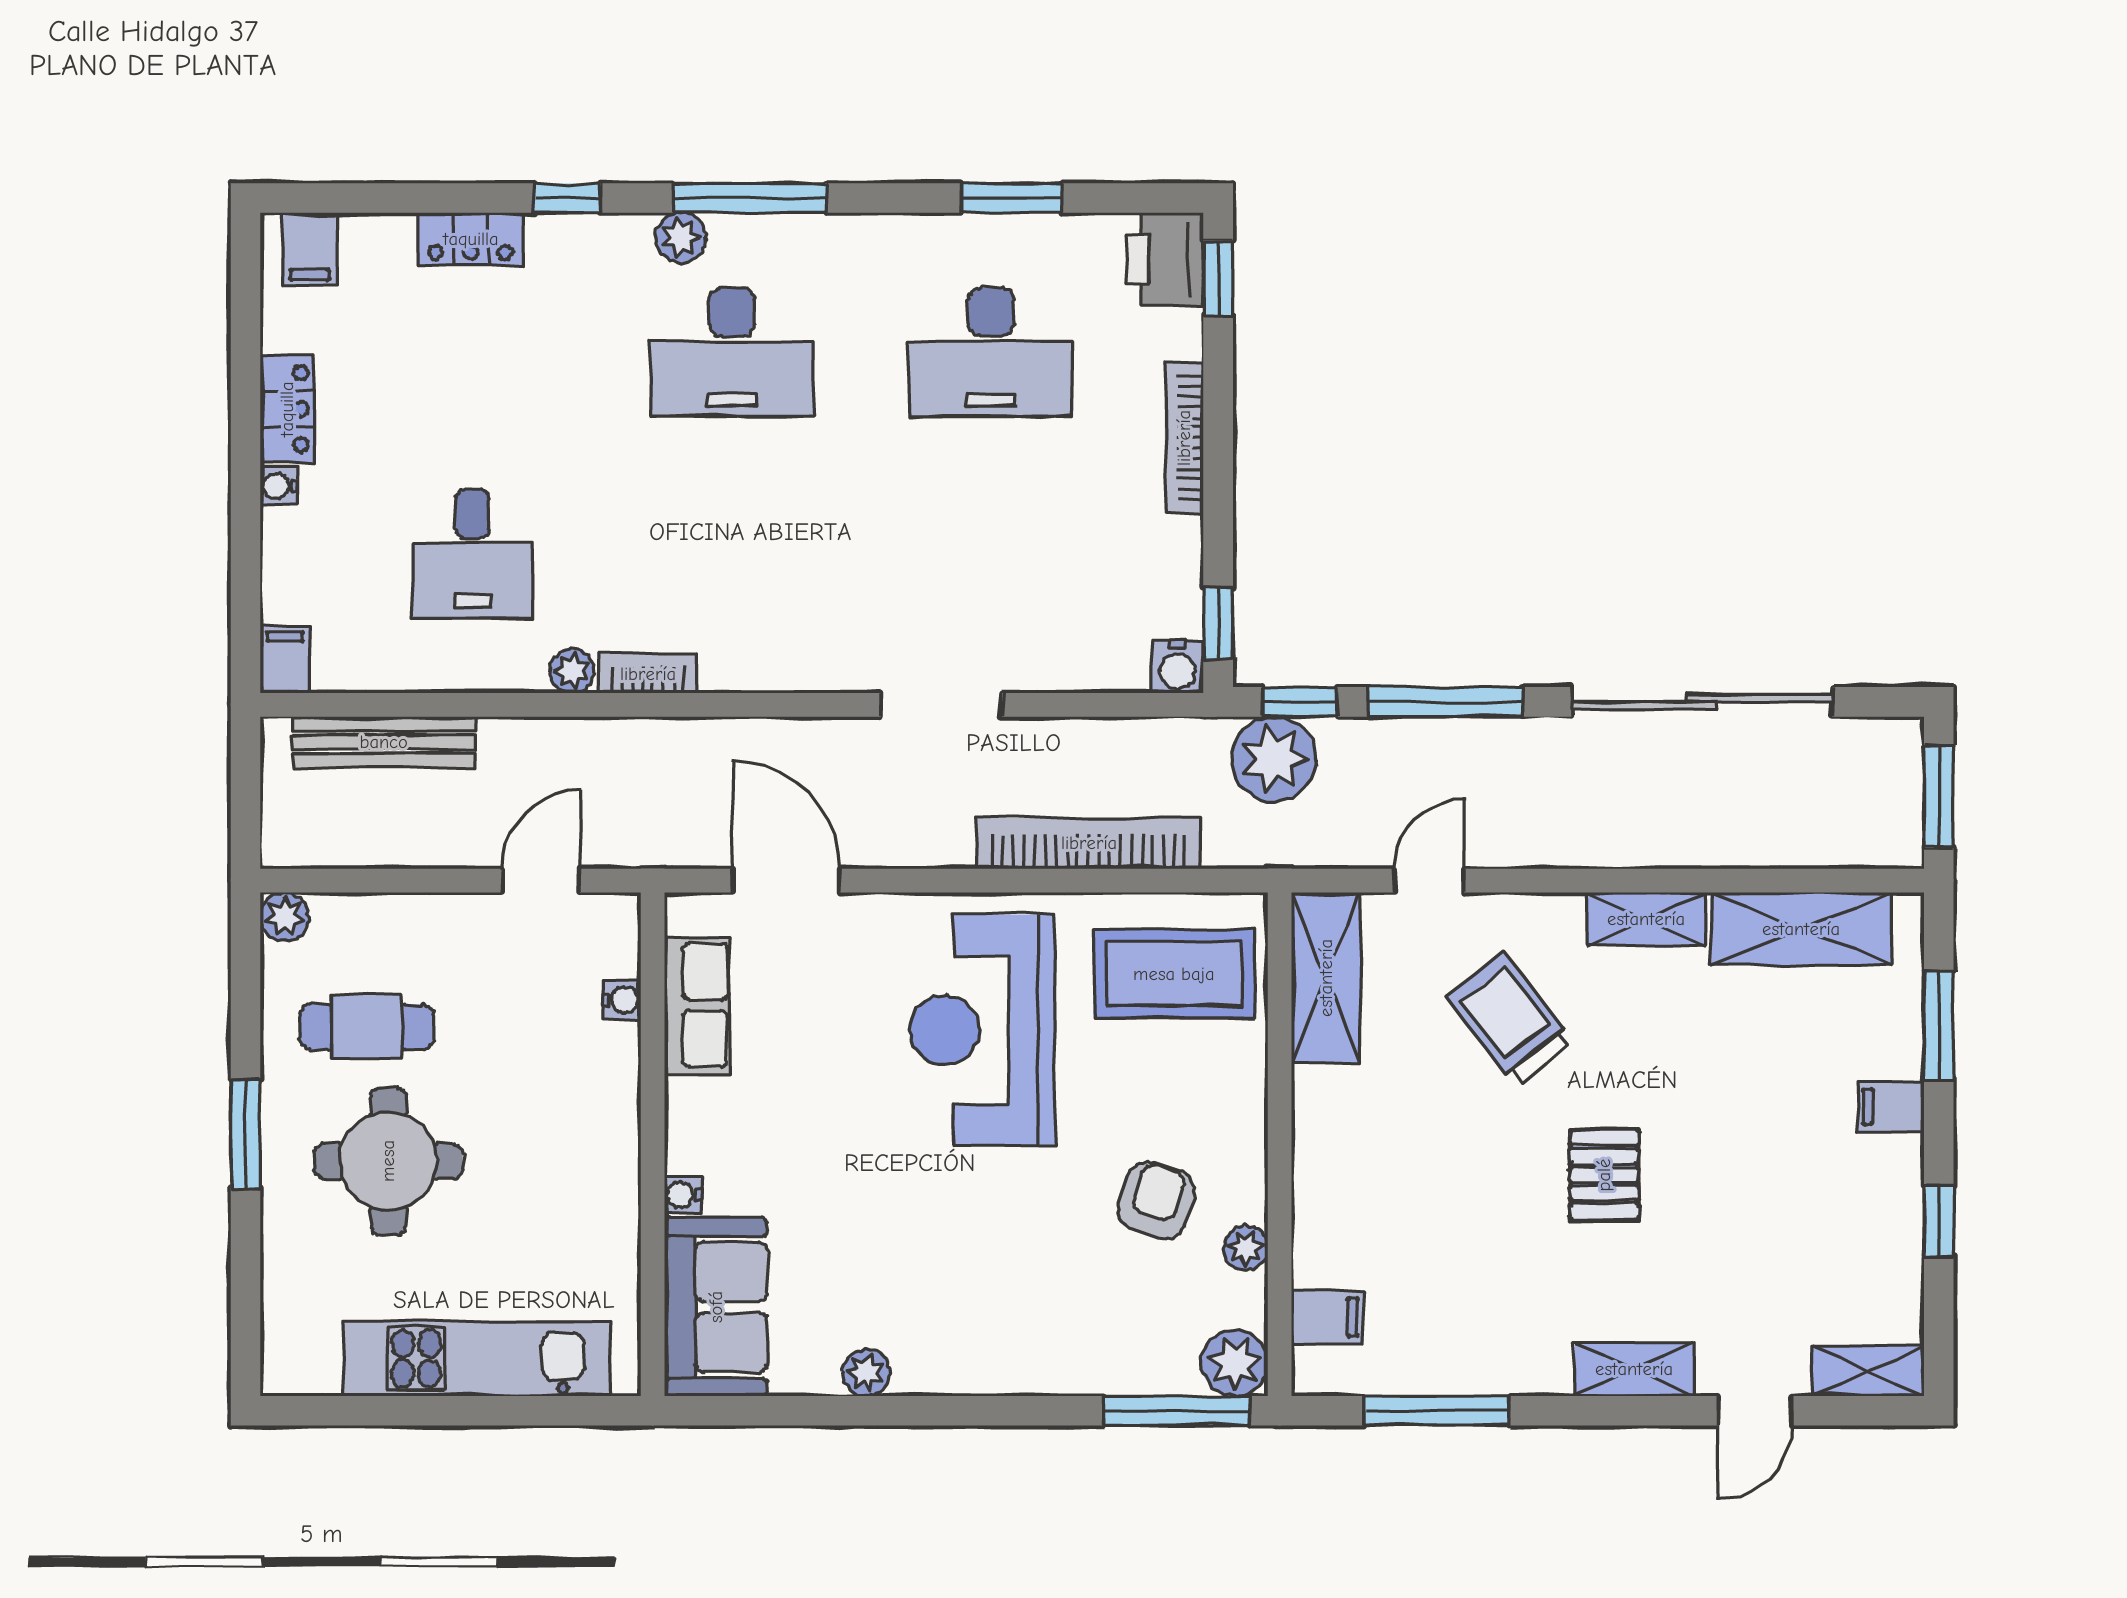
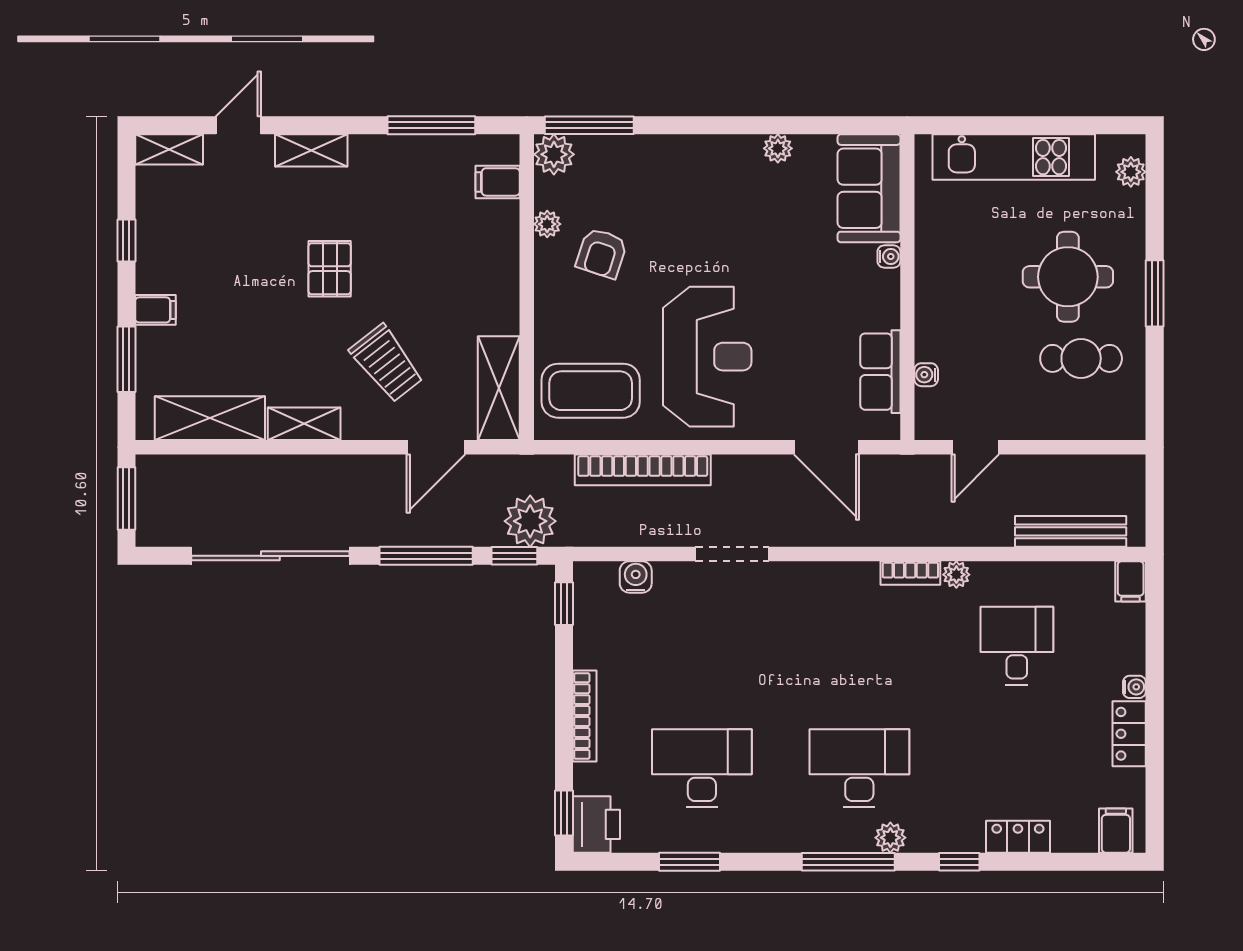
water cooler: (1177, 667) -> (636, 577), moved
door: (1429, 881) -> (436, 447), width x1.38
plant: (285, 917) -> (1131, 172), moved

